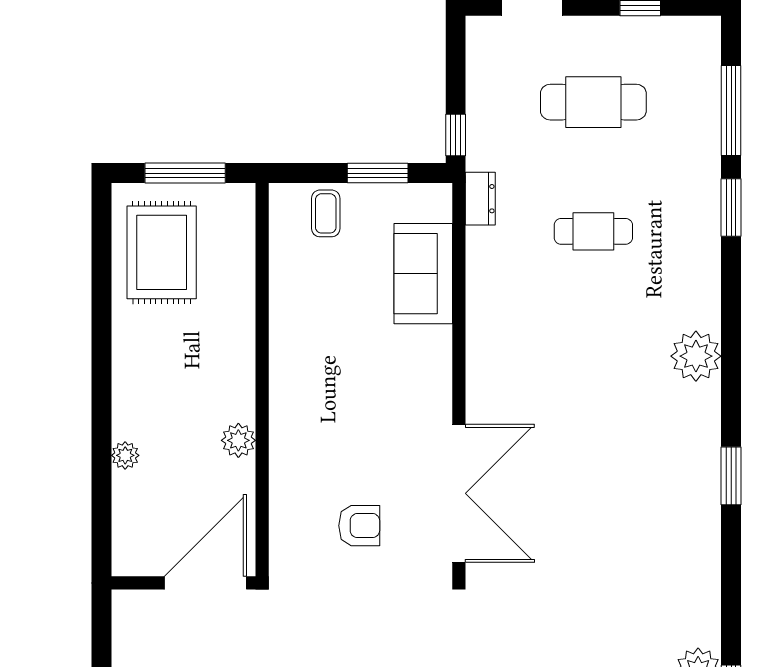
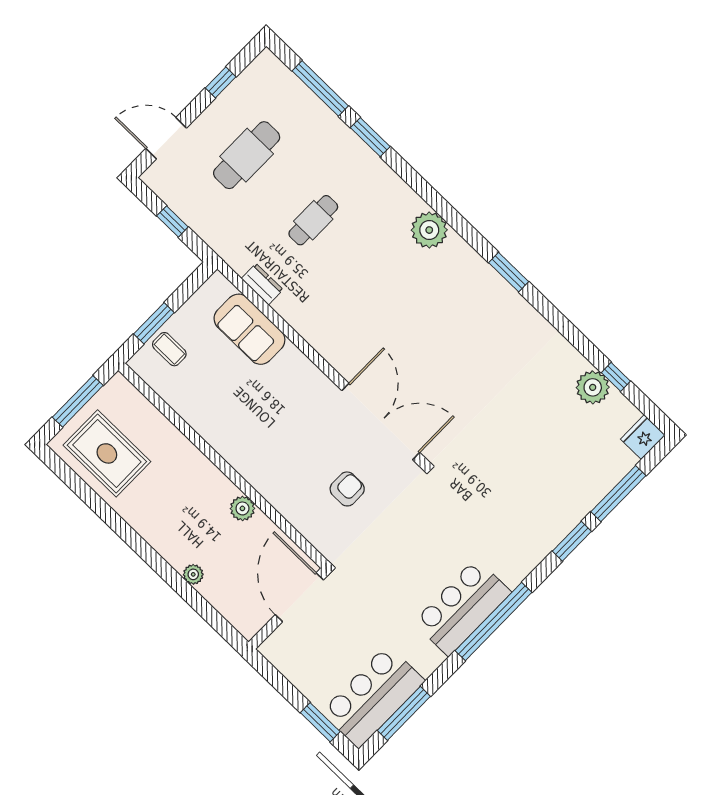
window: (456, 135) -> (172, 221), moved
window: (378, 173) -> (154, 323), moved
dresser: (480, 199) -> (262, 284), moved

